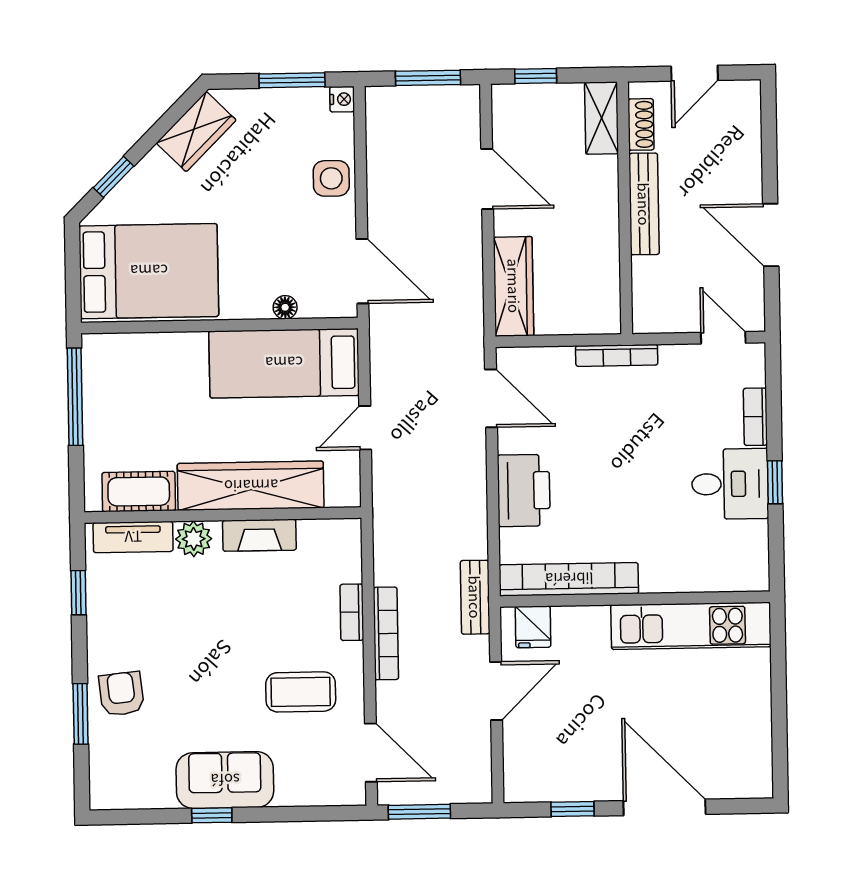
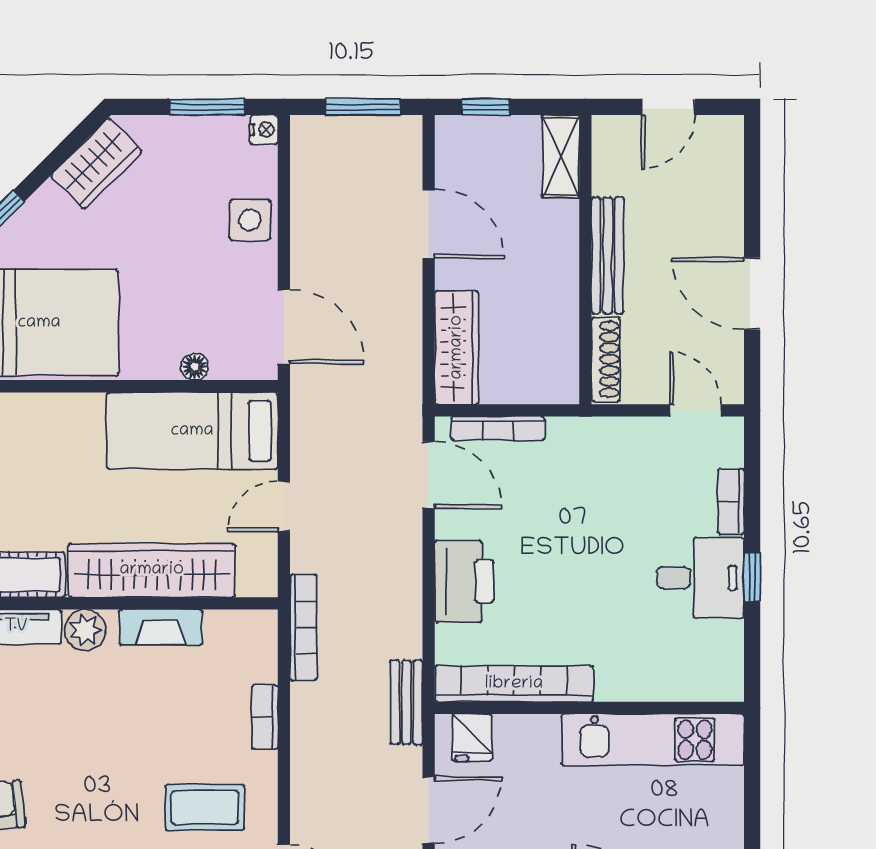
shoe rack: (641, 124) -> (606, 359), moved, width x1.43
bookcase: (617, 355) -> (498, 428), moved
bookcase: (386, 633) -> (303, 627), moved

